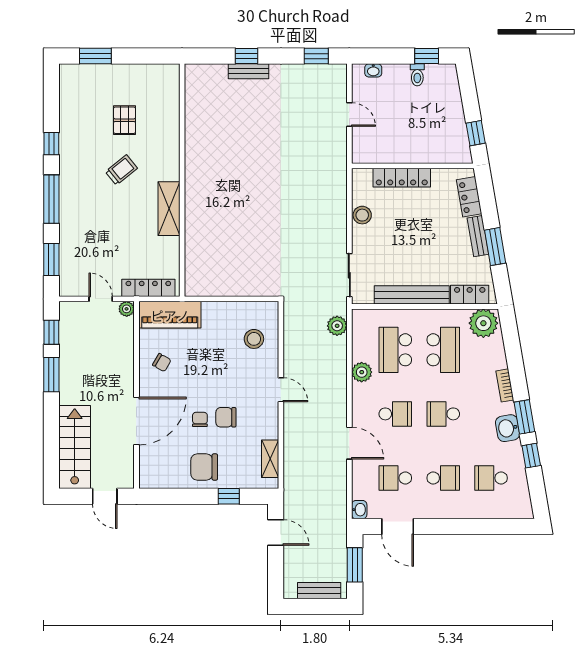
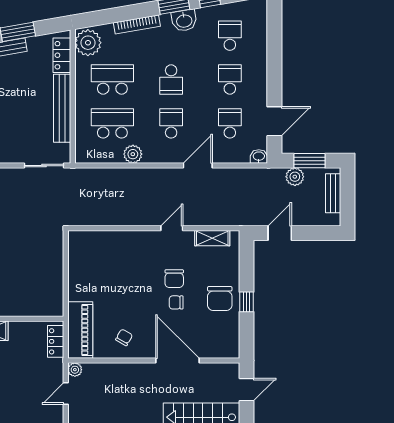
locker: (148, 288) -> (56, 341), width x0.66
plant: (337, 326) -> (295, 177), moved
stool: (254, 339) -> (102, 253), removed
school desk: (395, 350) -> (112, 123), turned 180
bookcase: (505, 385) -> (137, 24), width x1.56
door: (281, 390) -> (172, 228), moved
school desk: (395, 478) -> (230, 123), turned 180
school desk: (491, 478) -> (230, 36), turned 180
window: (229, 496) -> (247, 302), moved

